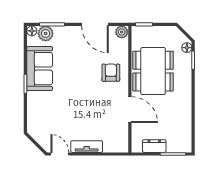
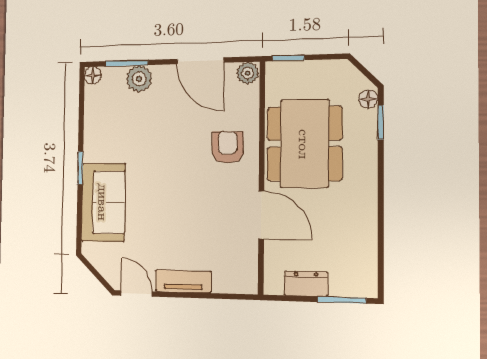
plant: (46, 34) -> (139, 79), moved
sofa: (40, 69) -> (103, 202), moved

